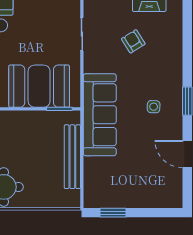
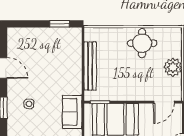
sofa: (100, 115) -> (72, 112), width x0.54, depth x0.79

